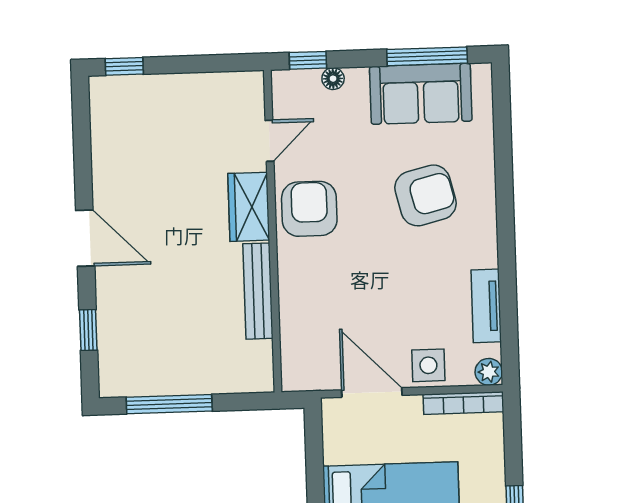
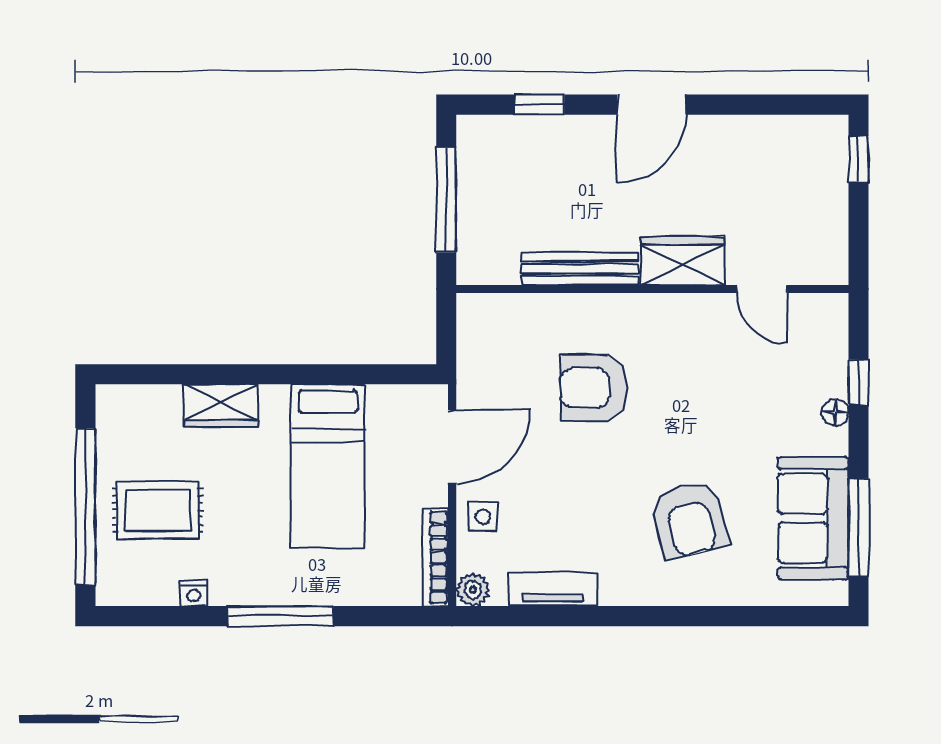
door: (270, 141) -> (762, 289), moved
wardrobe: (249, 207) -> (683, 261), moved
armchair: (309, 209) -> (594, 388), moved, turned 180
wall: (273, 231) -> (652, 289), moved
bench: (258, 291) -> (580, 269), moved
side table: (428, 365) -> (483, 517), width x0.73, depth x0.73

